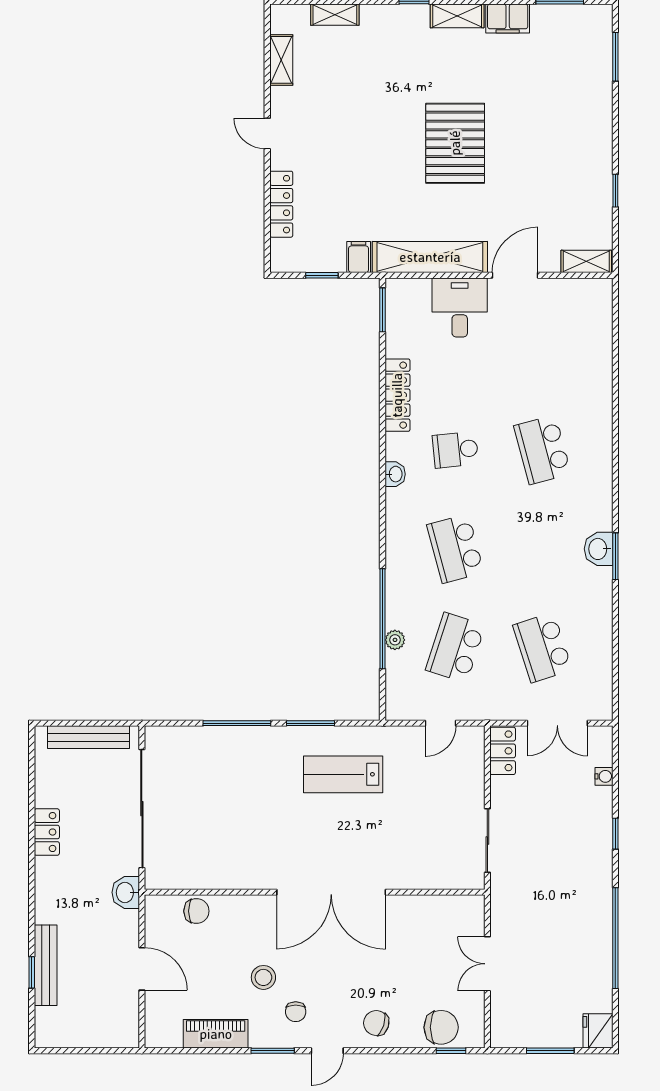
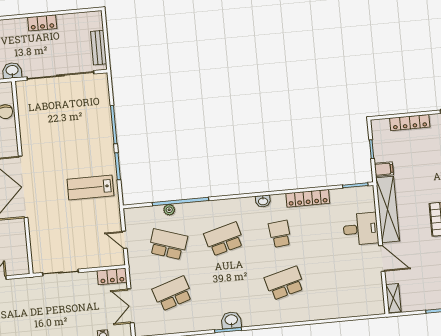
bench: (88, 737) -> (99, 48), width x0.73
lab bench: (343, 774) -> (90, 187), turned -90

